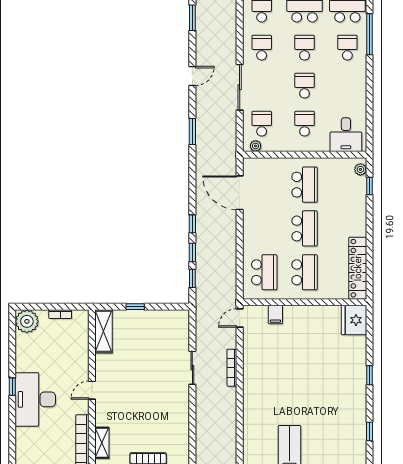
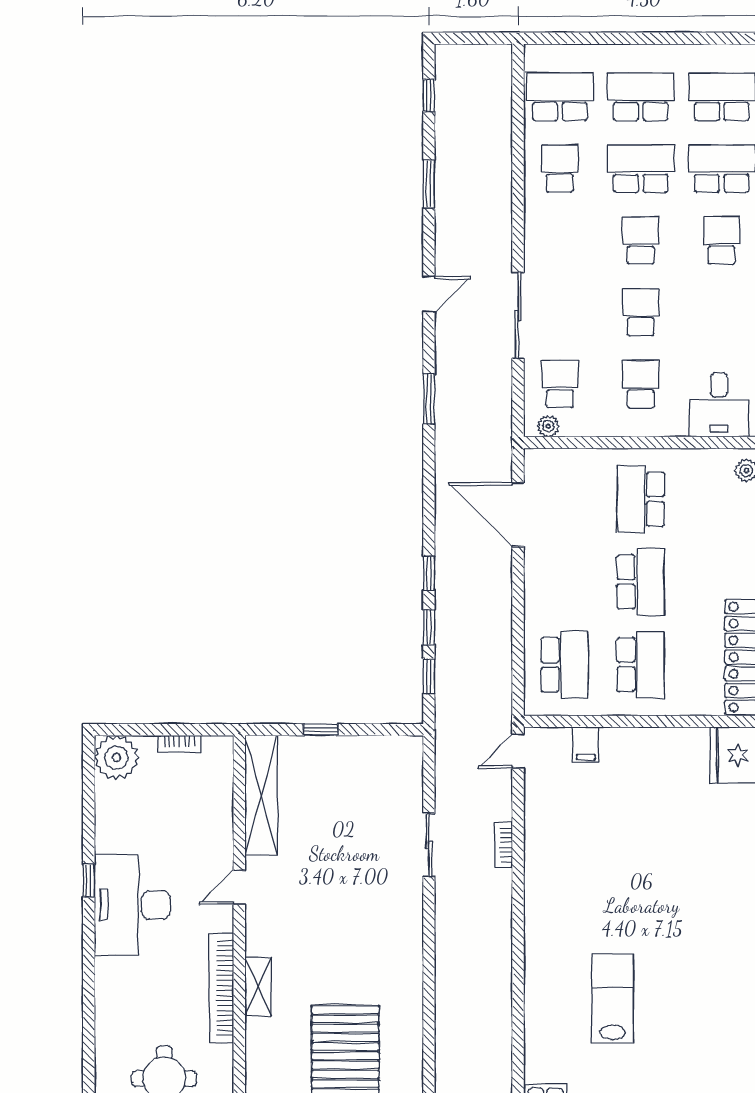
school desk: (262, 48) -> (560, 240), removed
school desk: (305, 185) -> (641, 499), turned 180
shelving: (104, 331) -> (261, 795), width x1.47
bookcase: (232, 368) -> (503, 845), width x0.64

